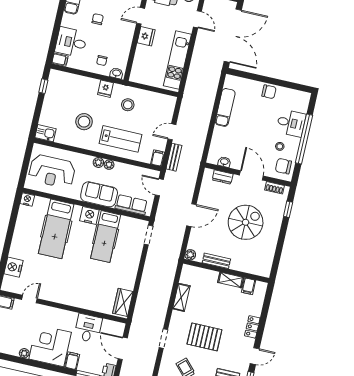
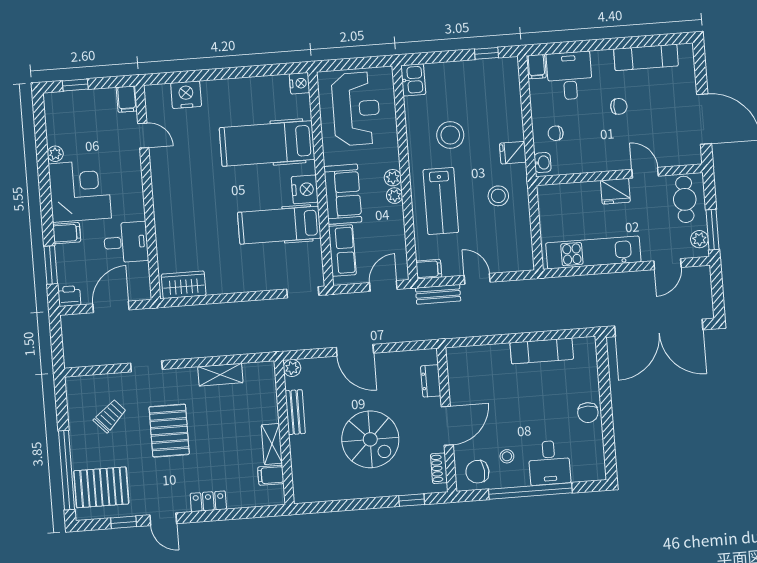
washbasin: (224, 162) -> (455, 376), removed
chair: (283, 166) -> (477, 472), turned -95
reception desk: (52, 171) -> (356, 109), turned 180

